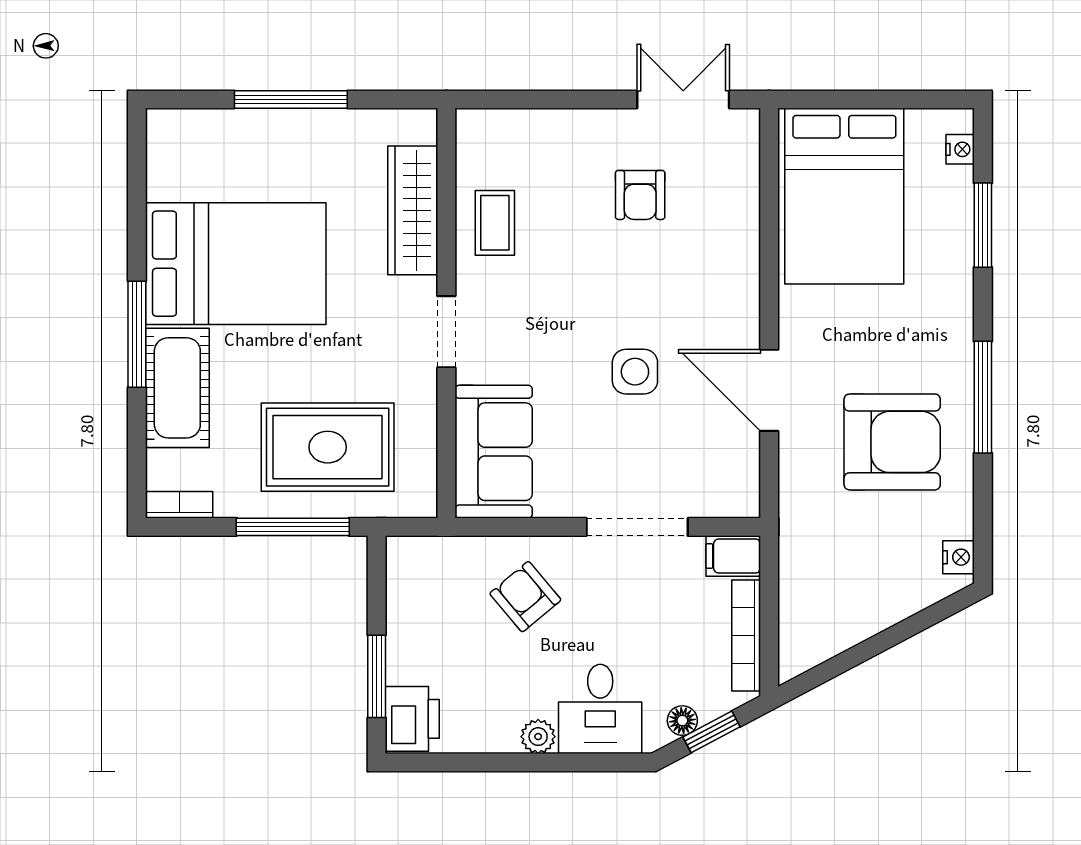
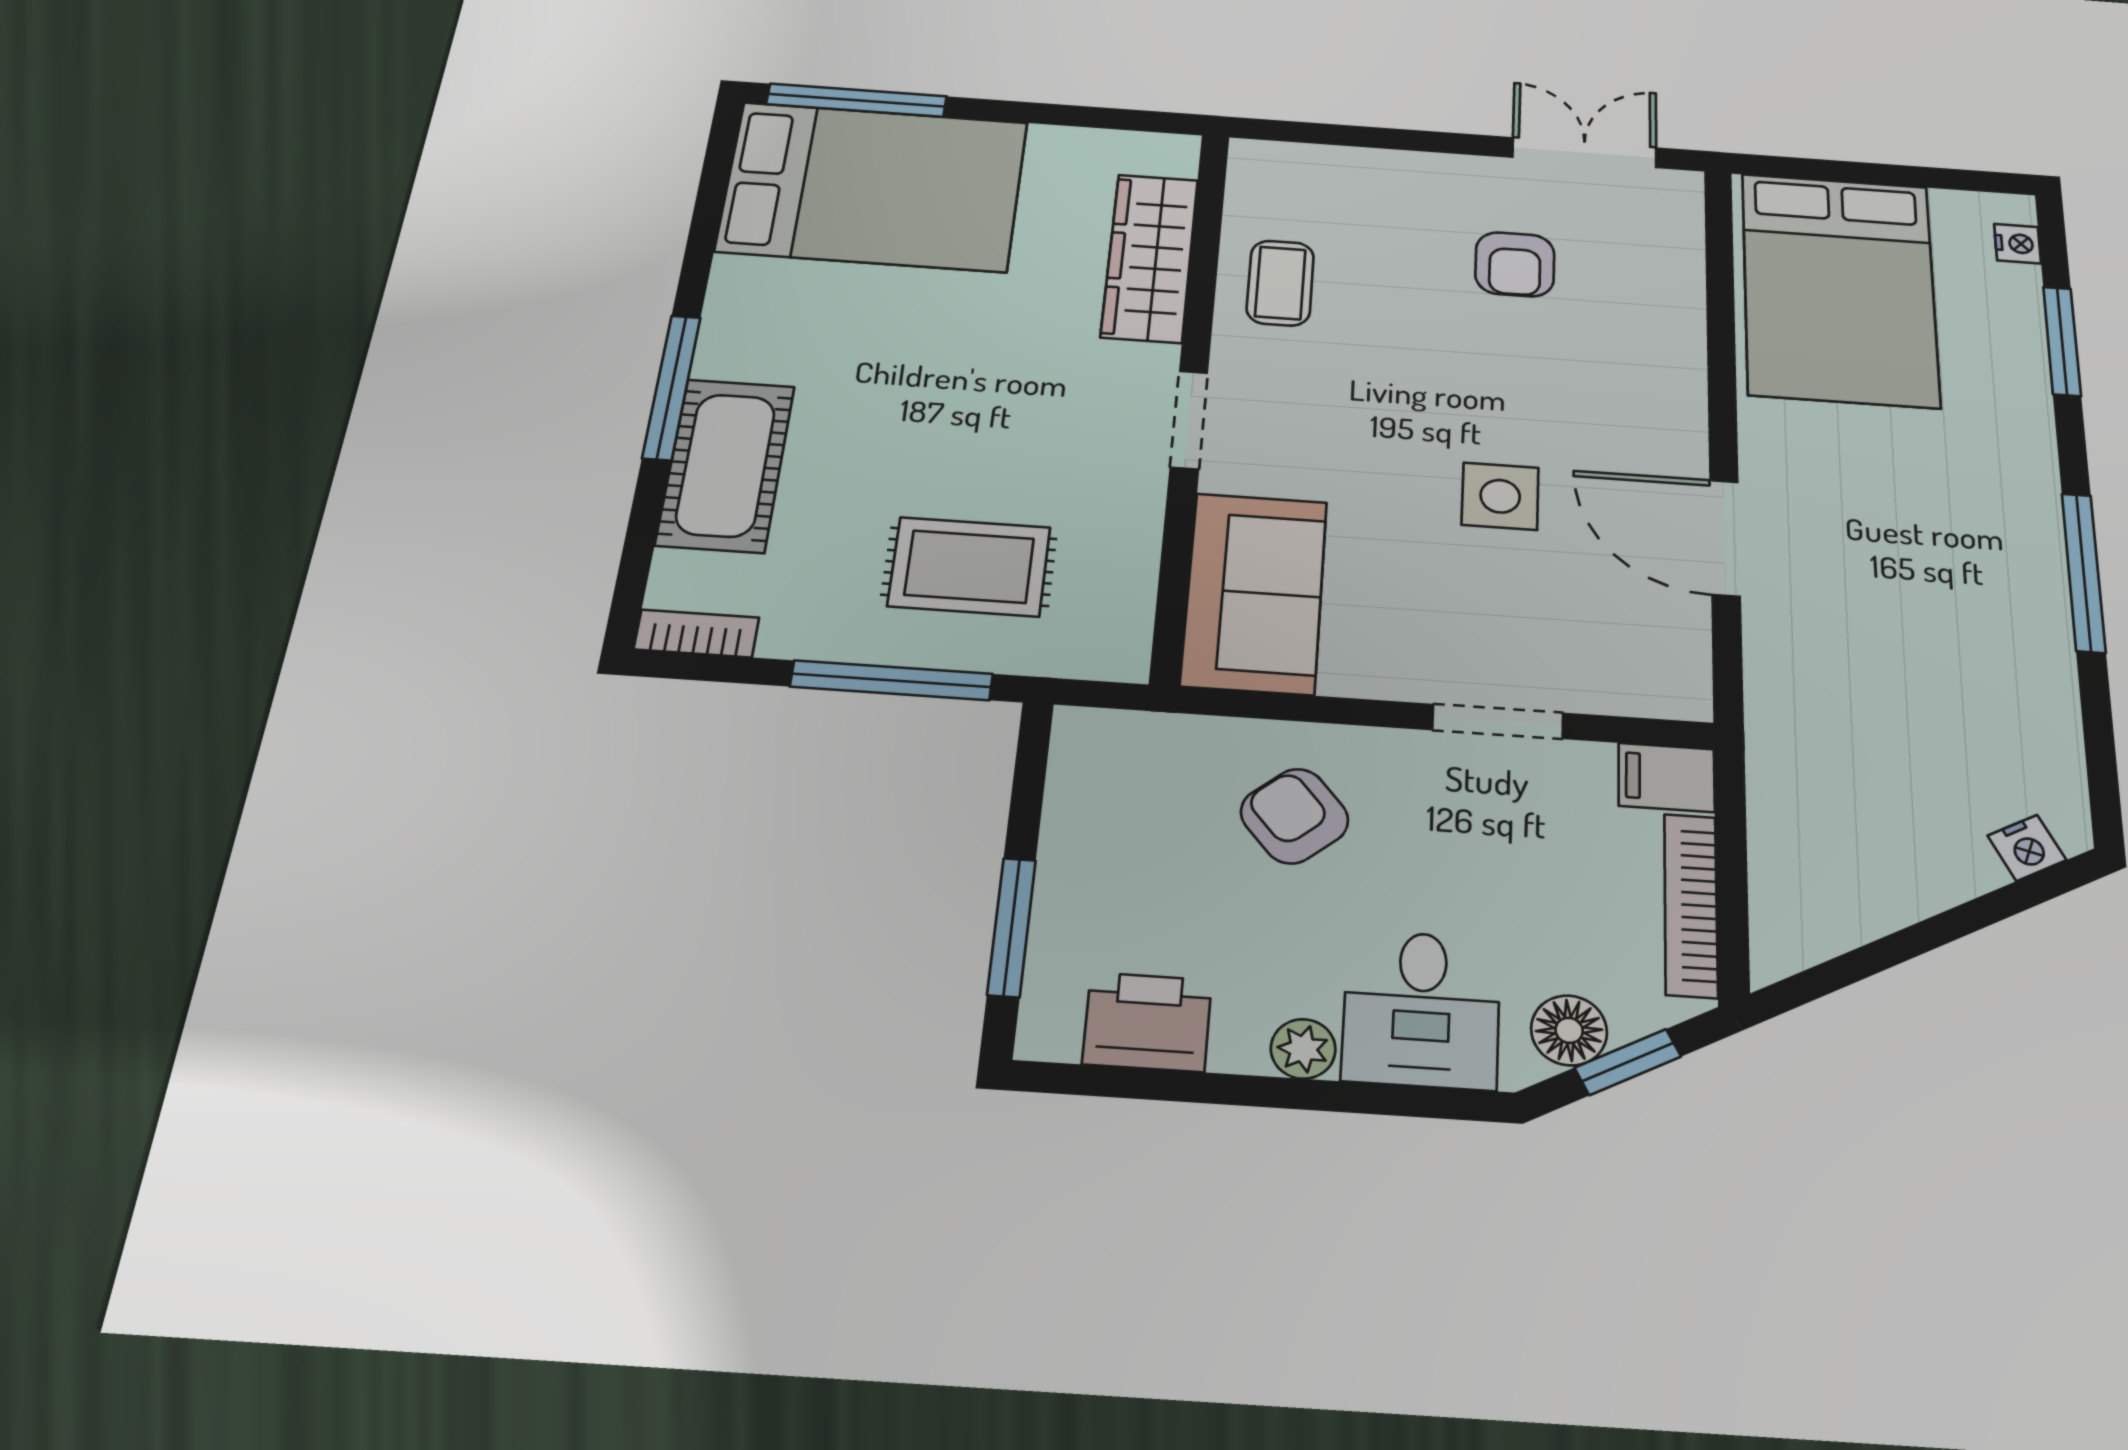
window: (291, 100) -> (857, 100), moved
bed: (236, 264) -> (873, 186), moved
armchair: (892, 442) -> (1936, 626), removed
rug: (328, 447) -> (969, 567), width x0.73, depth x0.70
doorway: (637, 527) -> (1498, 721), width x0.73
nightstand: (958, 557) -> (2027, 848), moved, turned 62
printer: (412, 719) -> (1147, 1022), moved, turned -90
floor lamp: (682, 721) -> (1569, 1030), width x1.37, depth x1.37

